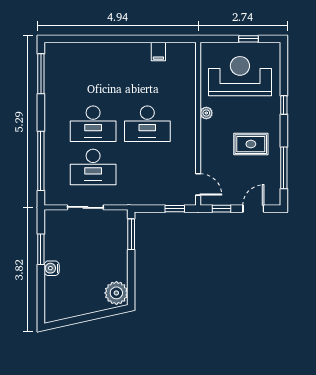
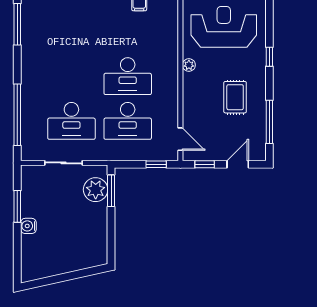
desk: (93, 124) -> (128, 121), moved
rug: (251, 144) -> (235, 97), turned 90
plant: (116, 293) -> (96, 190), moved

